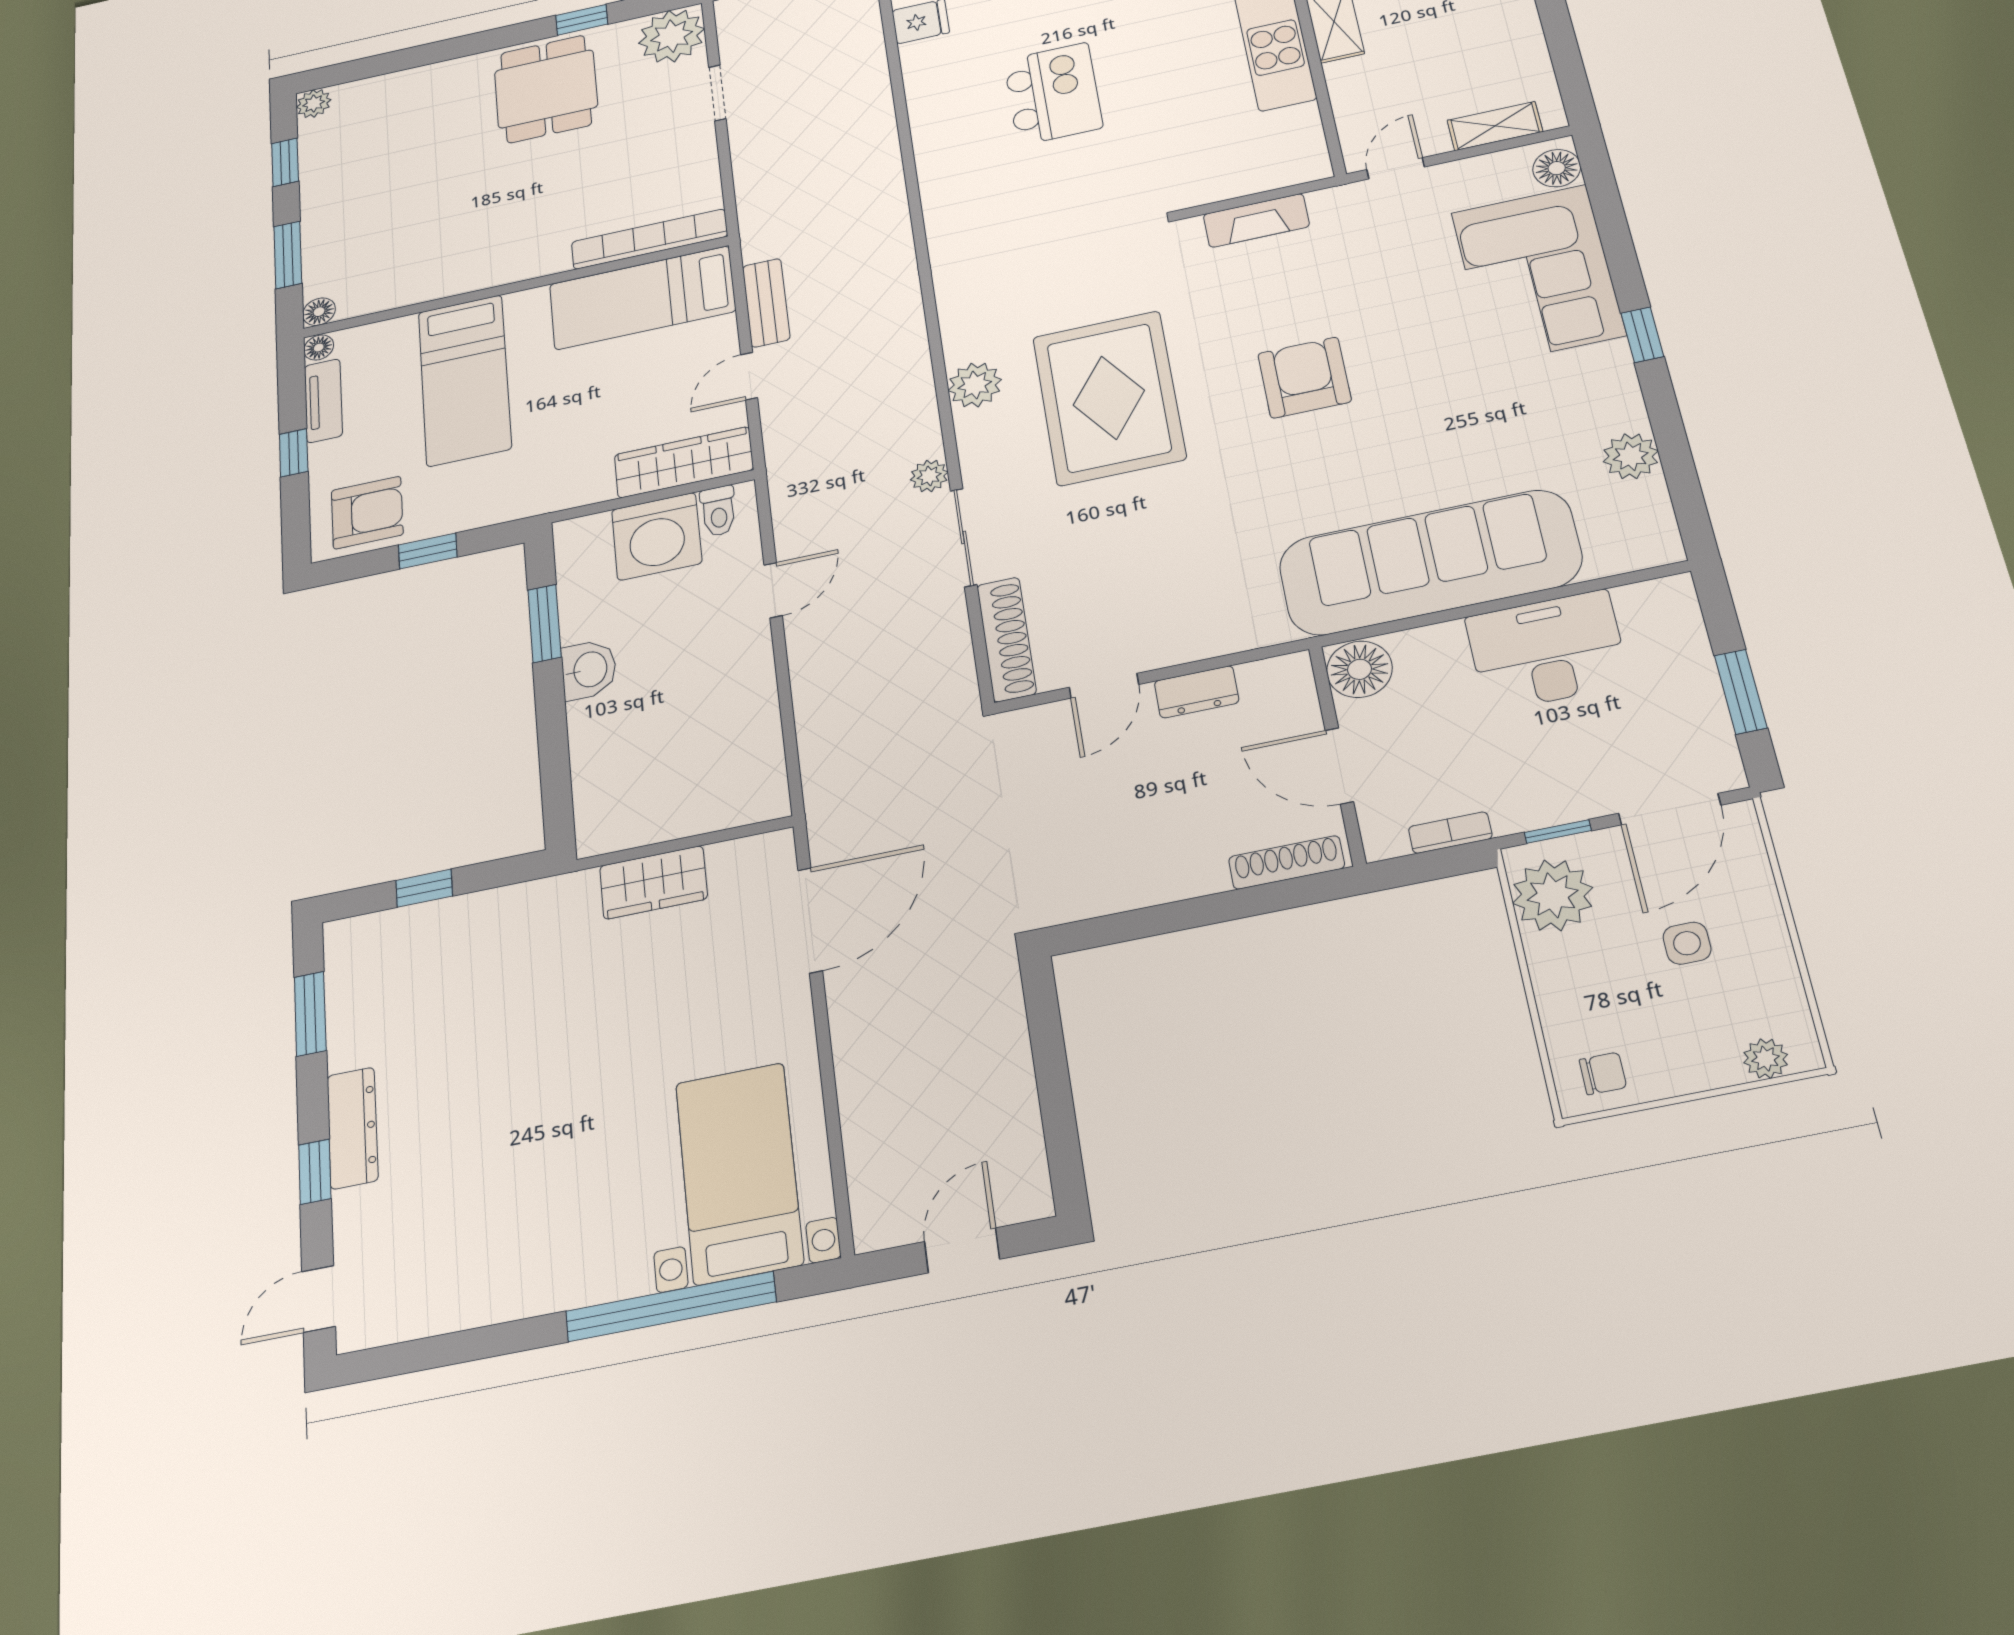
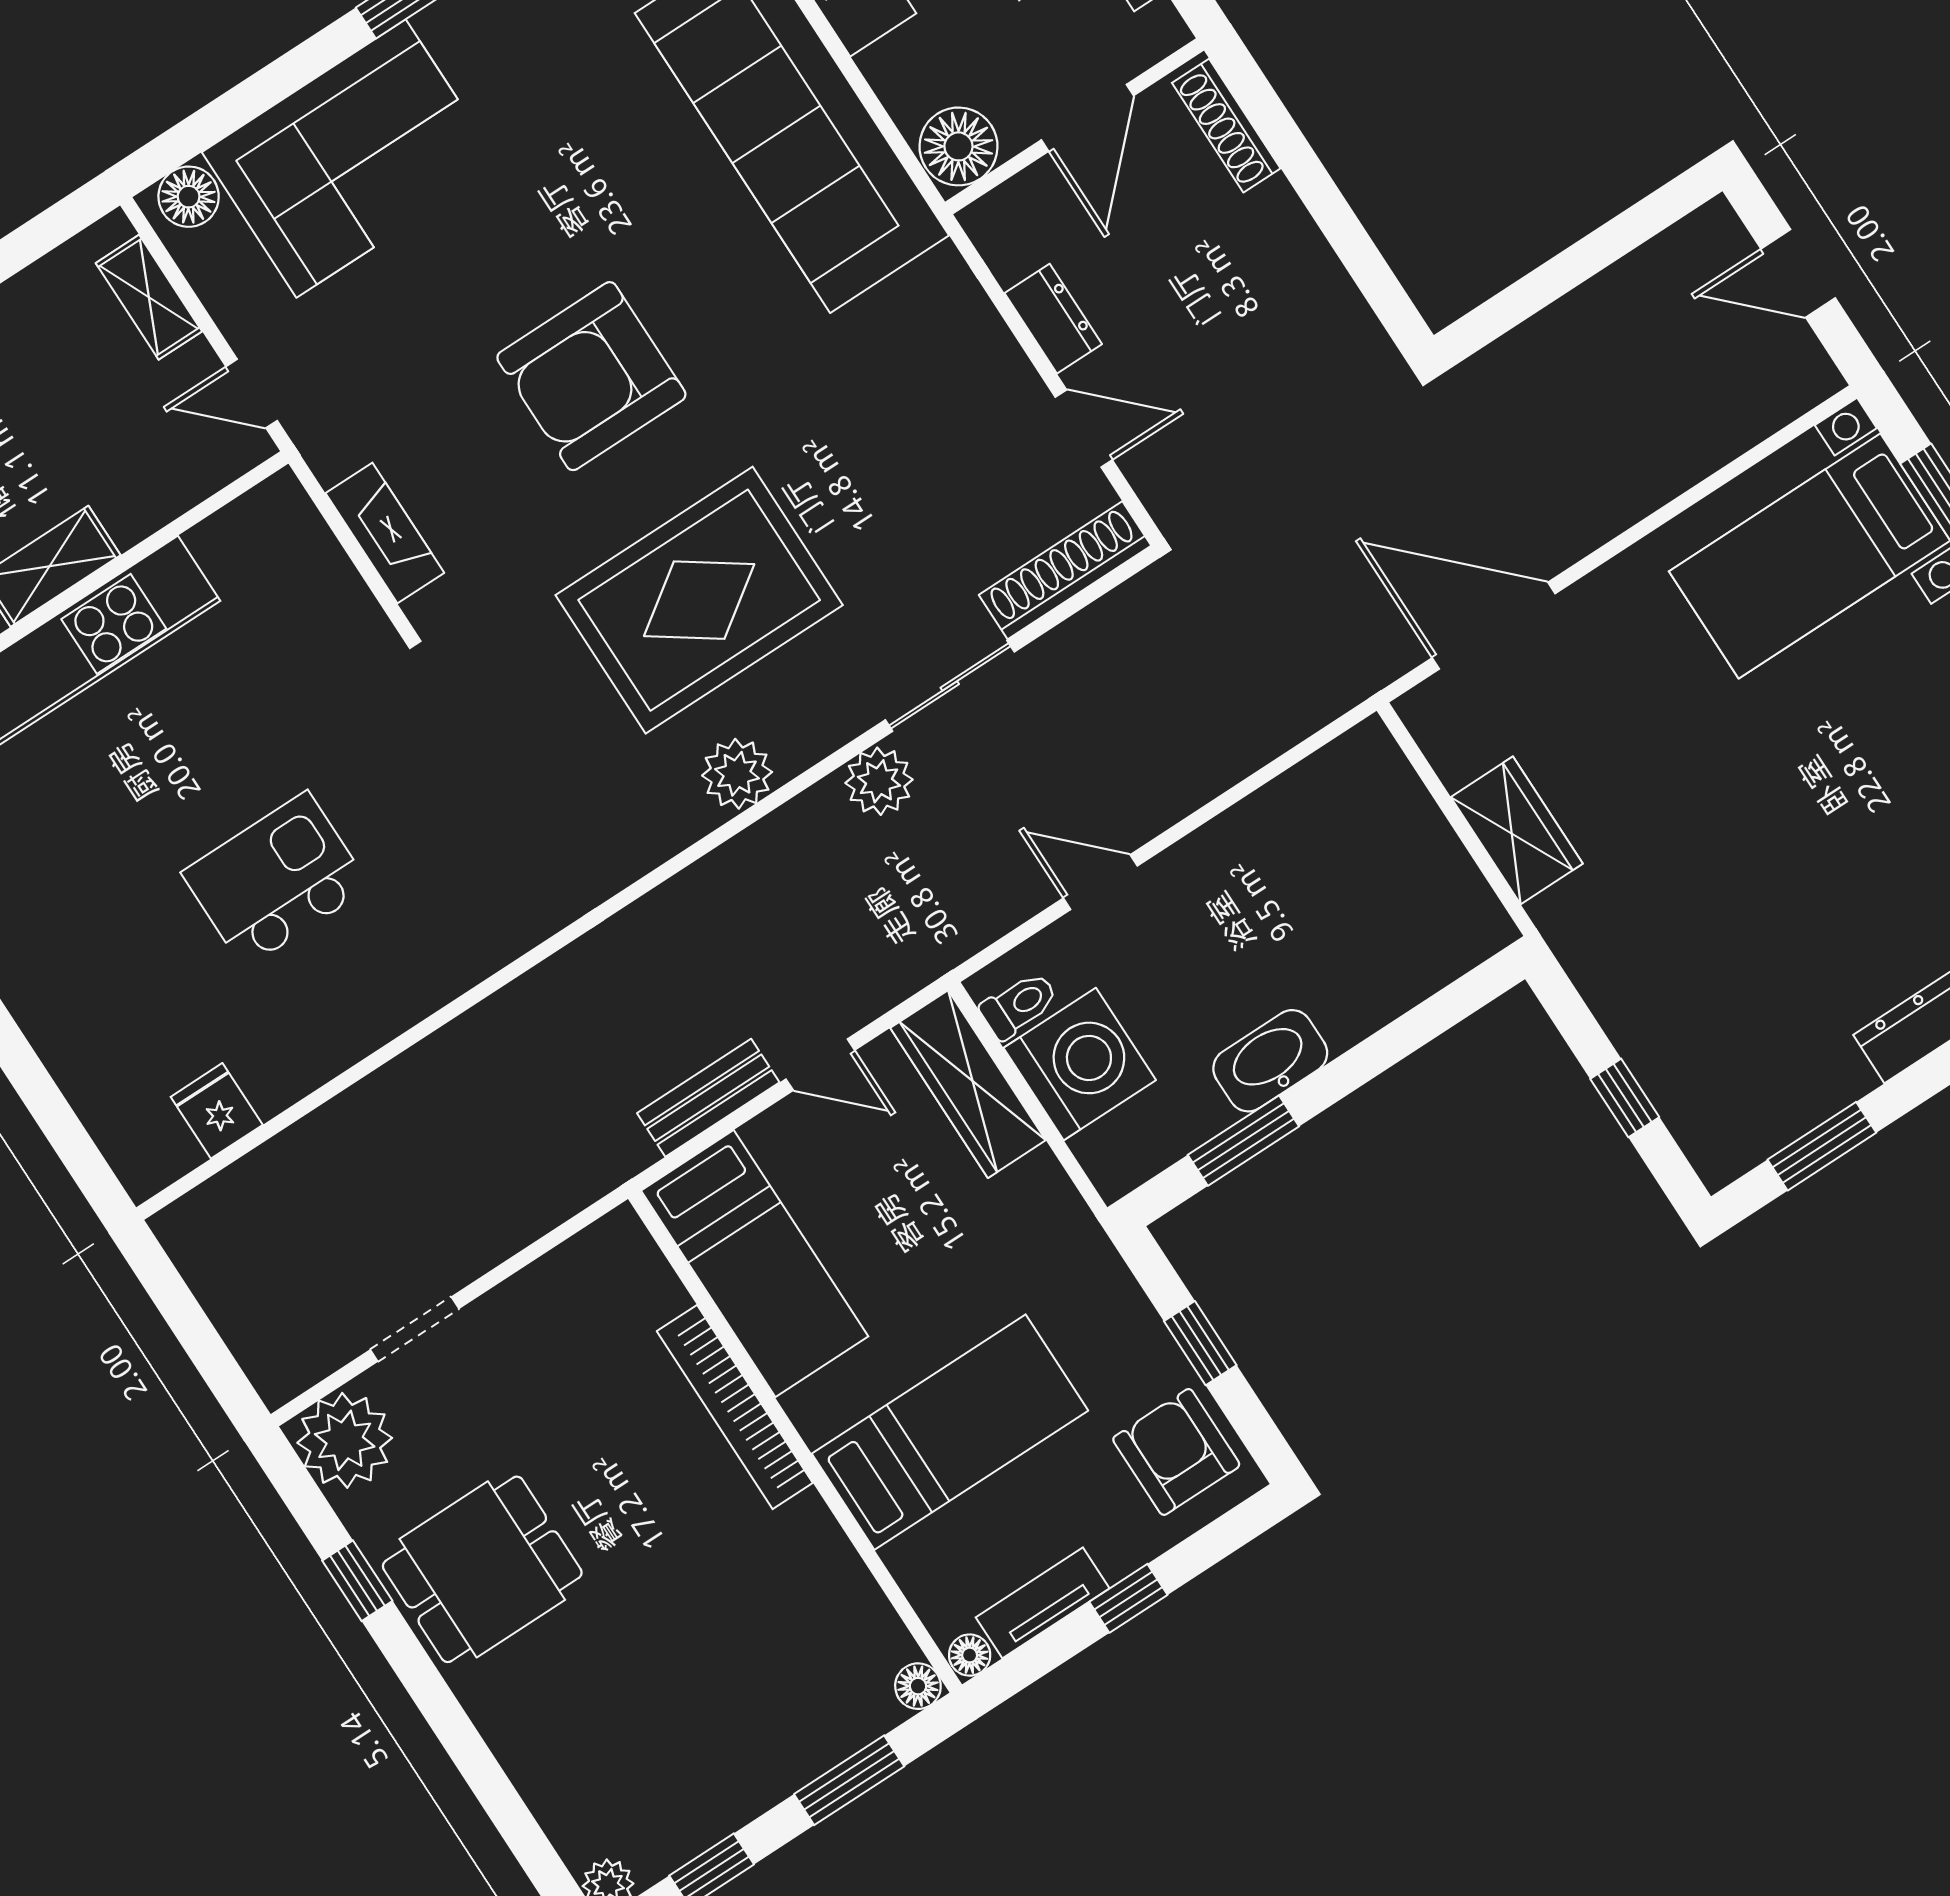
bookcase: (649, 239) -> (735, 1407), moved
armchair: (1305, 378) -> (591, 376), width x1.36, depth x1.36
plant: (929, 476) -> (879, 781), width x1.38, depth x1.38
washbasin: (589, 670) -> (1270, 1061), width x1.38

